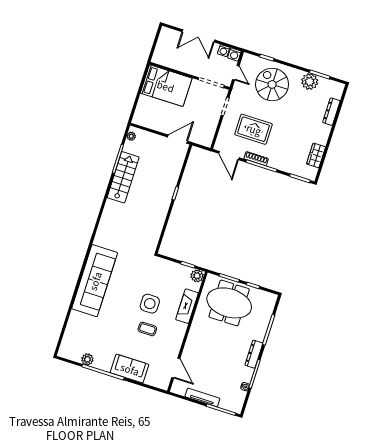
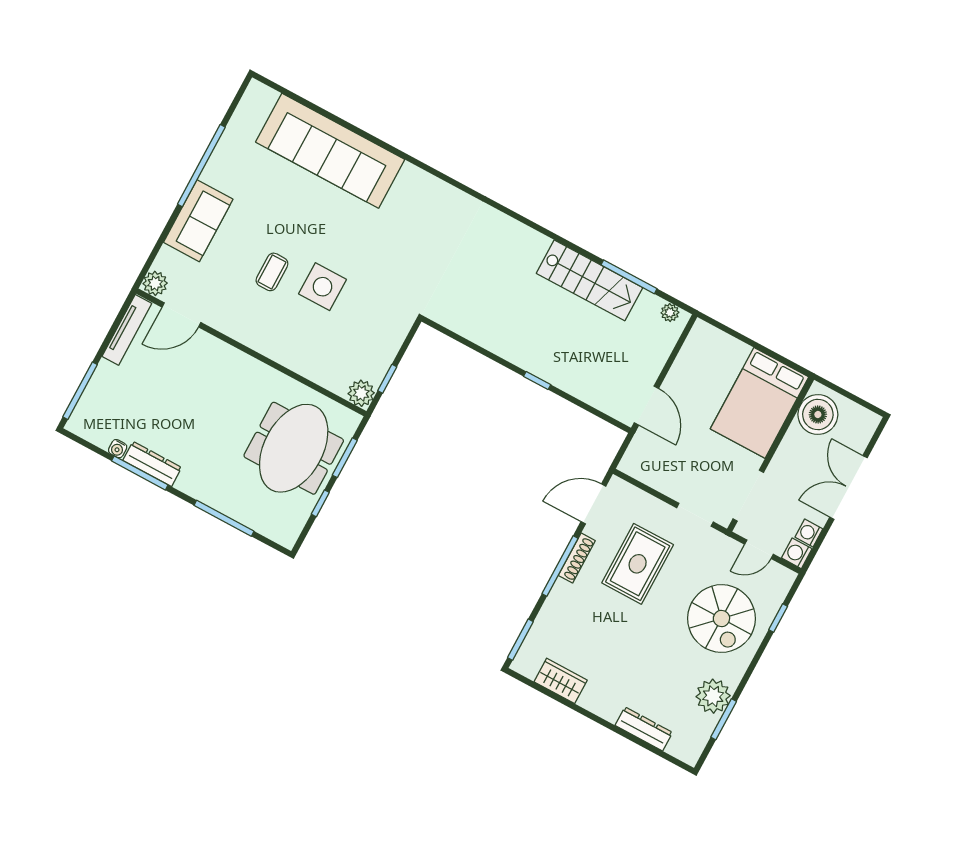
boiler: (167, 57) -> (818, 415), added
spiral stairs: (272, 84) -> (721, 619), turned 90
sofa: (95, 281) -> (330, 151), moved
fireplace: (187, 306) -> (303, 361), removed
dresser: (254, 354) -> (152, 464), moved
plant: (87, 359) -> (155, 283), moved
tv unit: (202, 397) -> (127, 330), moved

